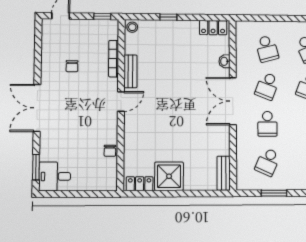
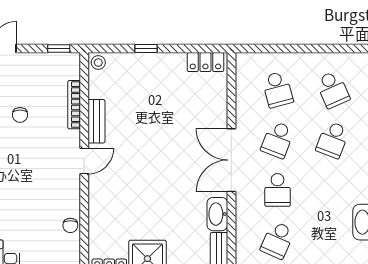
washbasin: (224, 61) -> (217, 214), moved, width x1.91, depth x1.45

